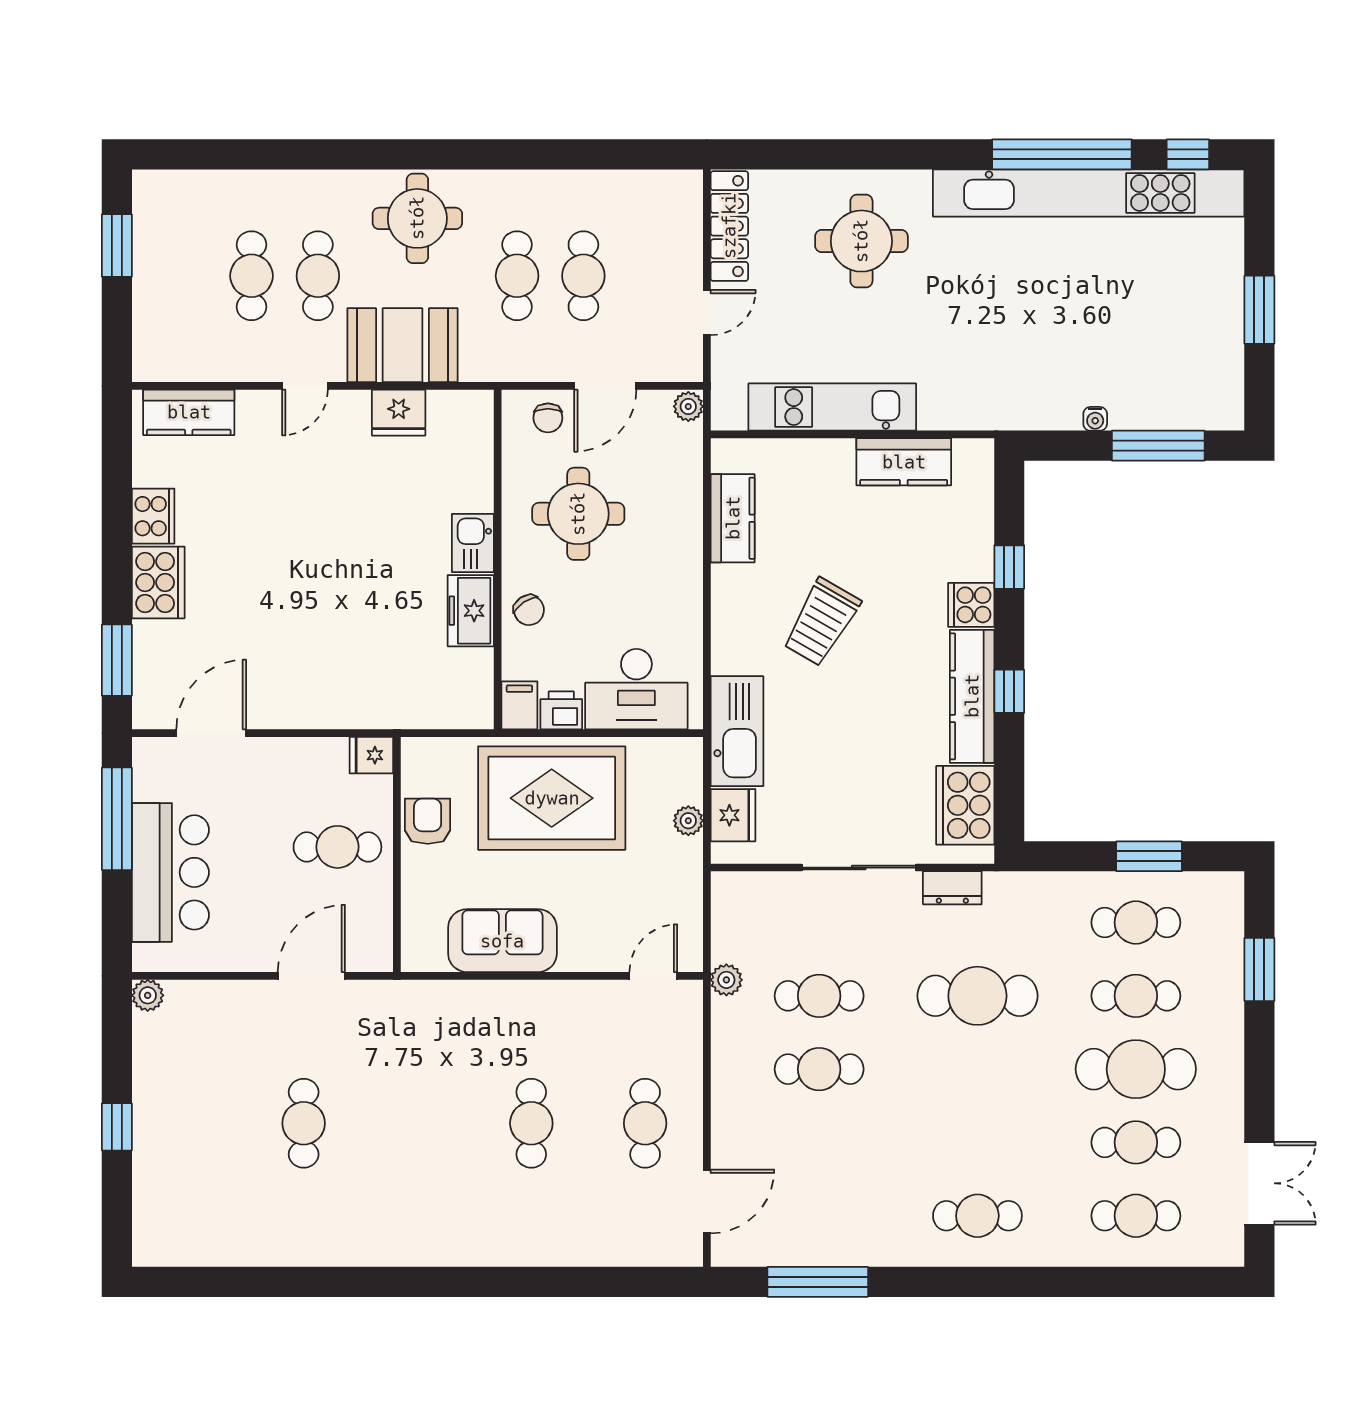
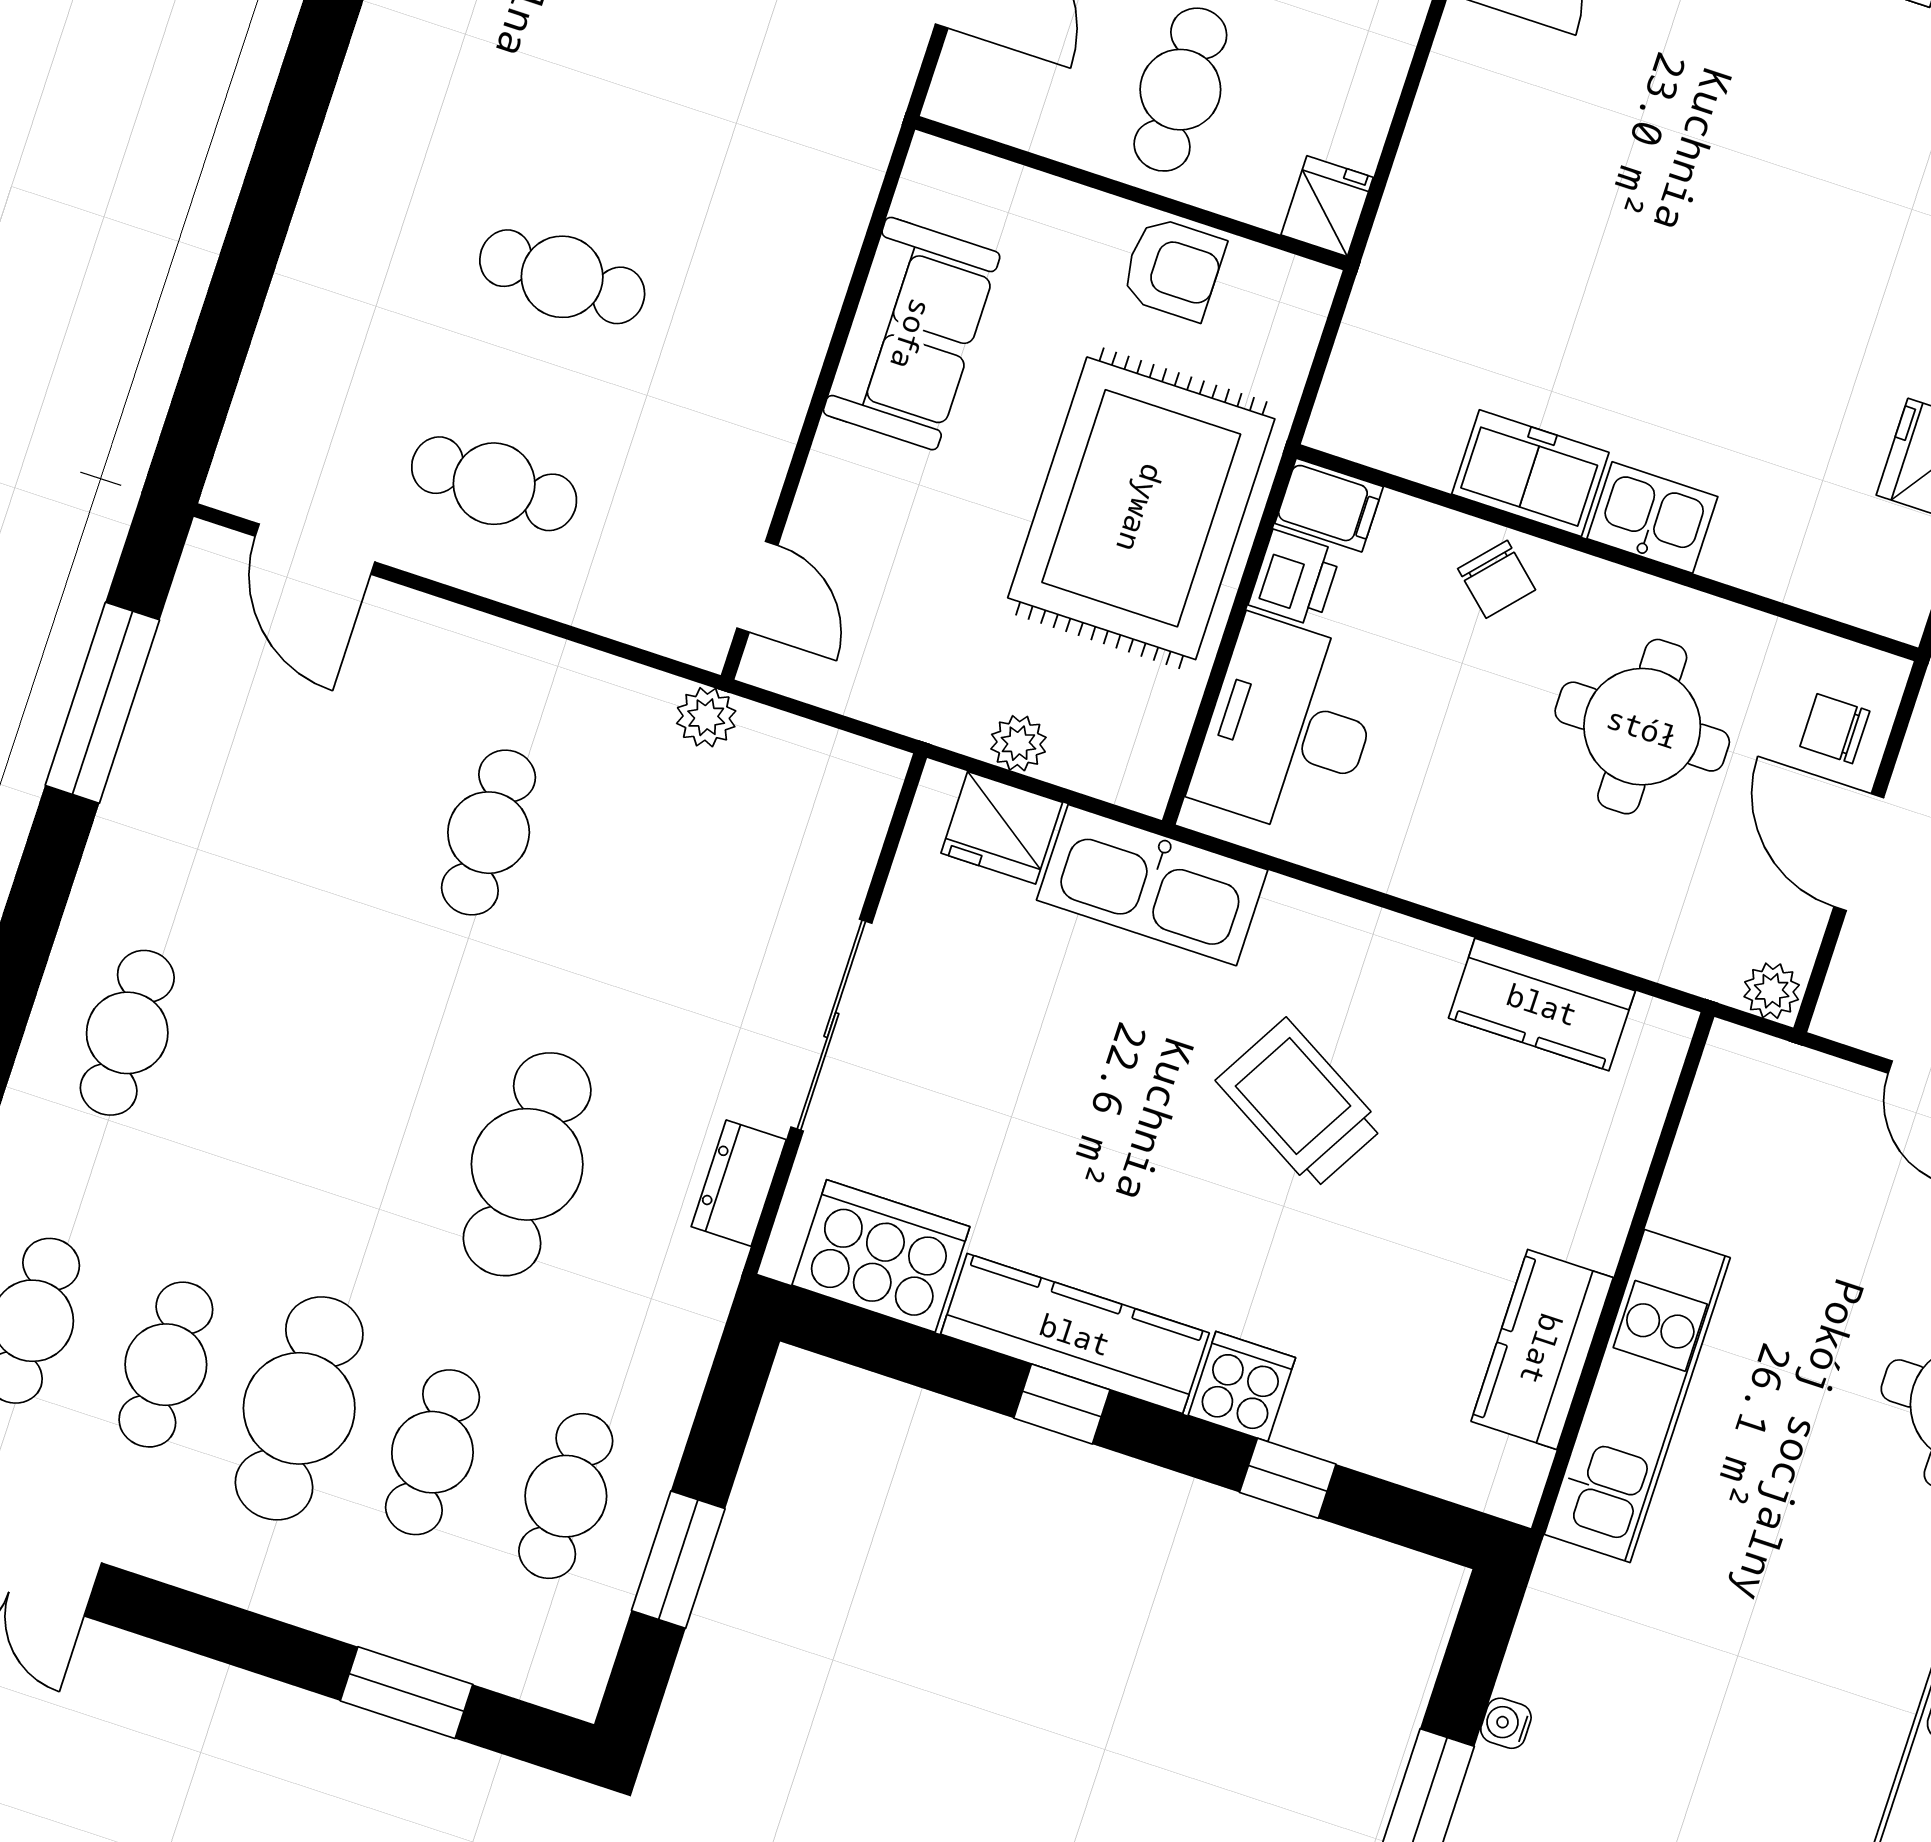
kitchen unit: (832, 407) -> (1637, 1396), moved
chair: (529, 610) -> (1497, 579), turned -104
cafe table: (819, 996) -> (622, 876), removed

